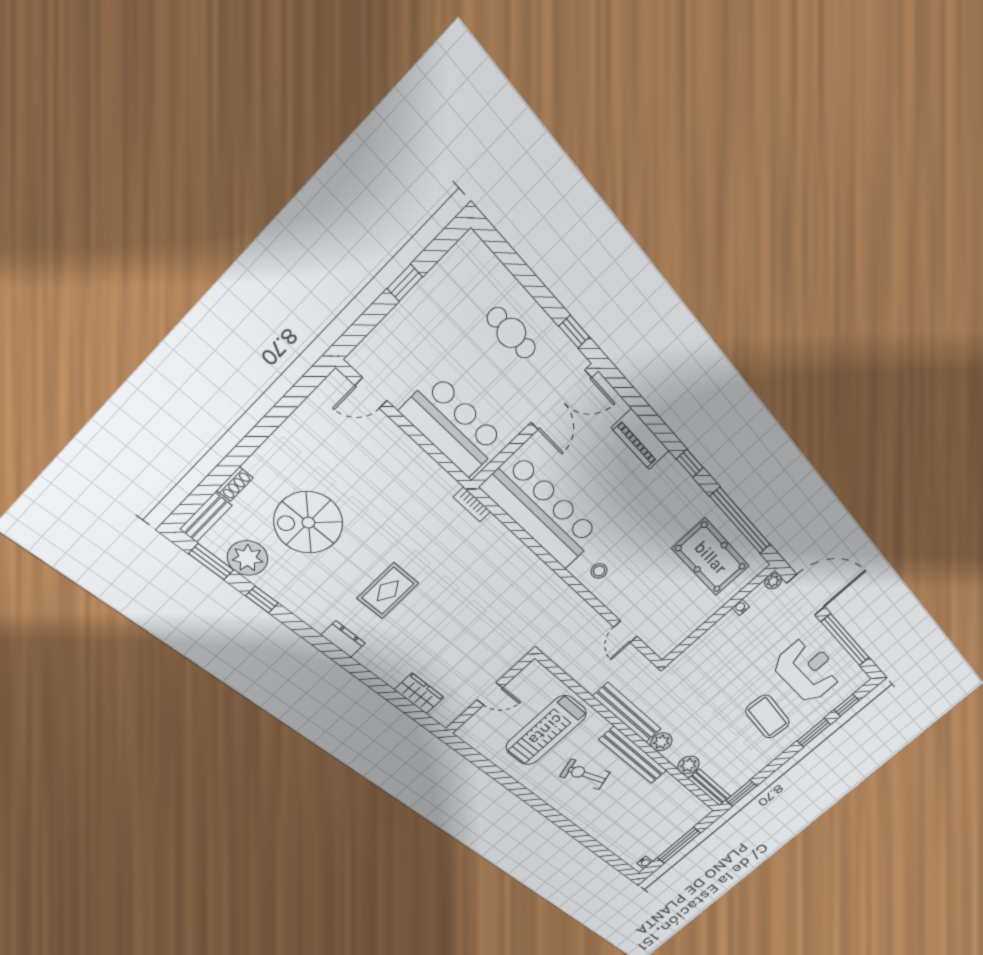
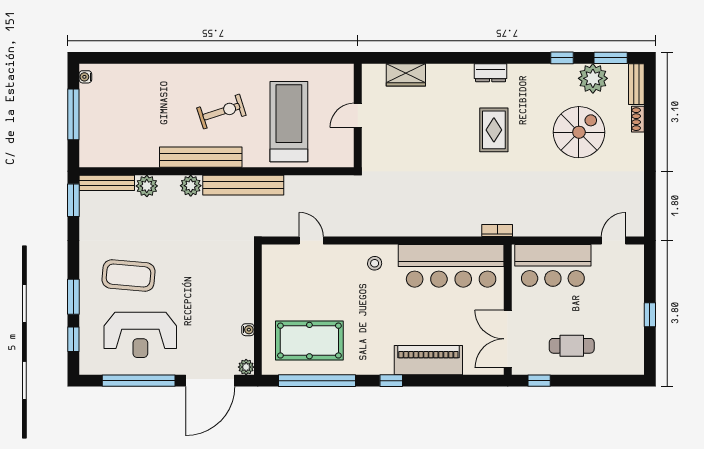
piano: (640, 439) -> (428, 360), width x1.37, depth x1.33

